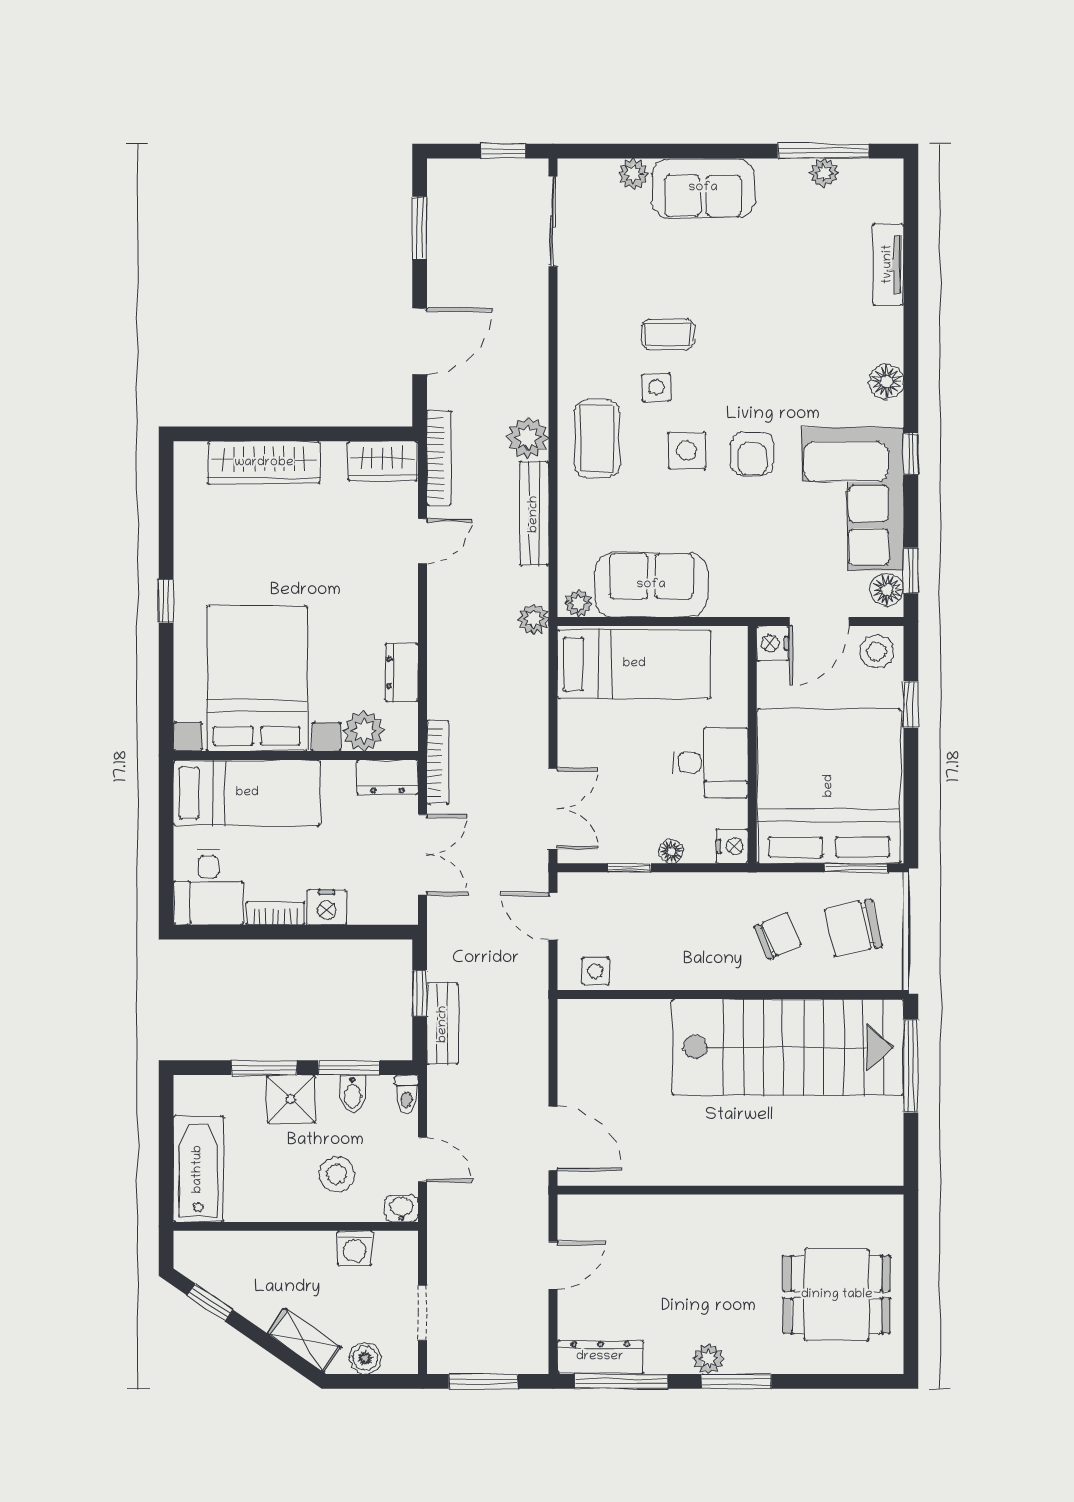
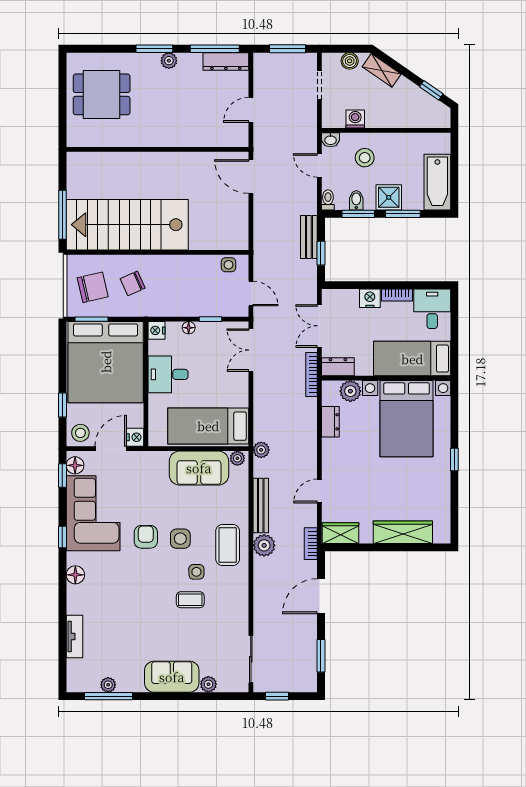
bookcase: (439, 458) -> (311, 544), width x0.64
bathtub: (198, 1169) -> (437, 182), moved

